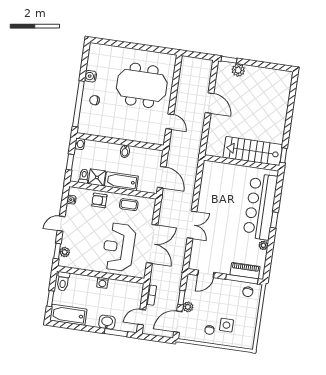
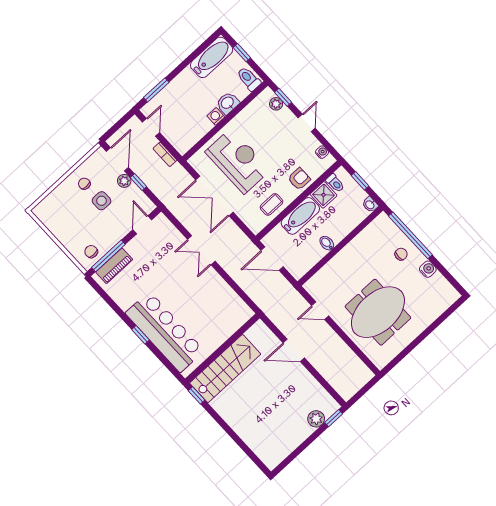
door: (210, 103) -> (294, 350), moved
plant: (263, 245) -> (124, 304), removed
washbasin: (107, 322) -> (228, 103), moved, turned 180
side table: (226, 325) -> (101, 201), moved

